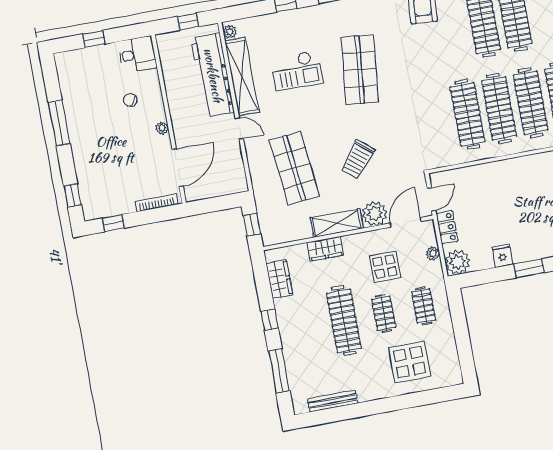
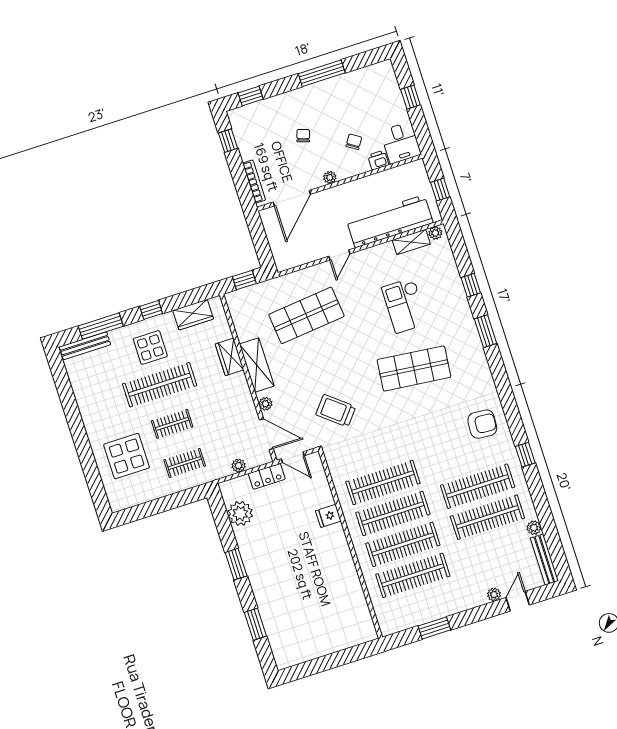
shelving: (242, 76) -> (411, 242), width x0.45, depth x0.75
printer: (151, 78) -> (378, 160), added
chair: (118, 149) -> (303, 136), added
trolley: (358, 159) -> (336, 411), moved
door: (178, 168) -> (292, 198), hinge flipped
plant: (375, 214) -> (265, 404), width x0.53, depth x0.53
fridge: (502, 256) -> (328, 516), moved, turned 180
plant: (457, 262) -> (240, 513), moved
display table: (385, 267) -> (150, 347), moved
bench: (333, 401) -> (85, 346), moved, turned 90

